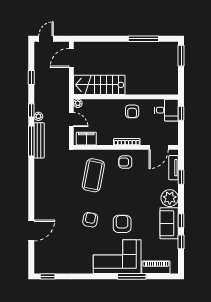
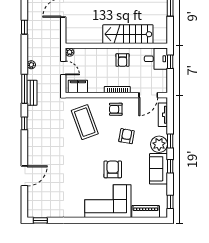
stairs: (99, 85) -> (128, 34), moved
window: (31, 110) -> (24, 123), moved
bench: (39, 140) -> (32, 93), width x0.73
coffee table: (93, 175) -> (85, 122), turned -31
window: (181, 177) -> (170, 141), moved
armchair: (90, 220) -> (127, 136), moved
window: (181, 242) -> (170, 202), moved
window: (132, 276) -> (122, 220), removed

